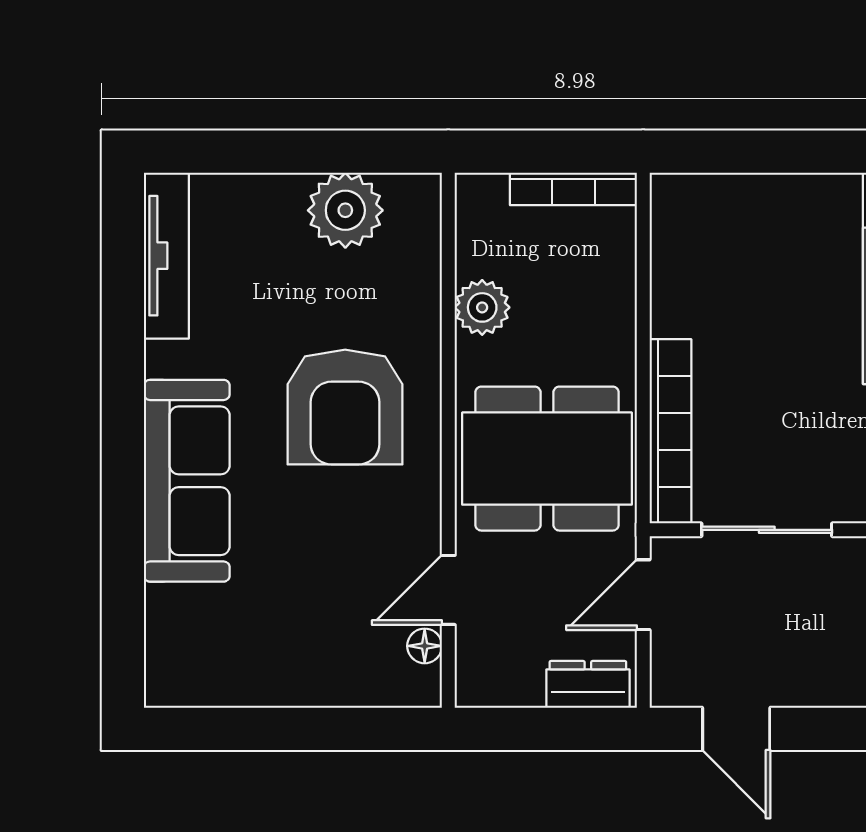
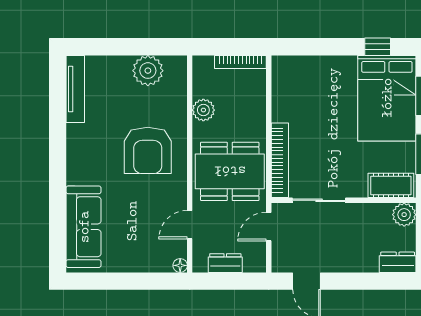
sofa: (187, 481) -> (84, 227), moved
floor lamp: (425, 646) -> (180, 265), moved
dresser: (588, 684) -> (225, 263), moved

